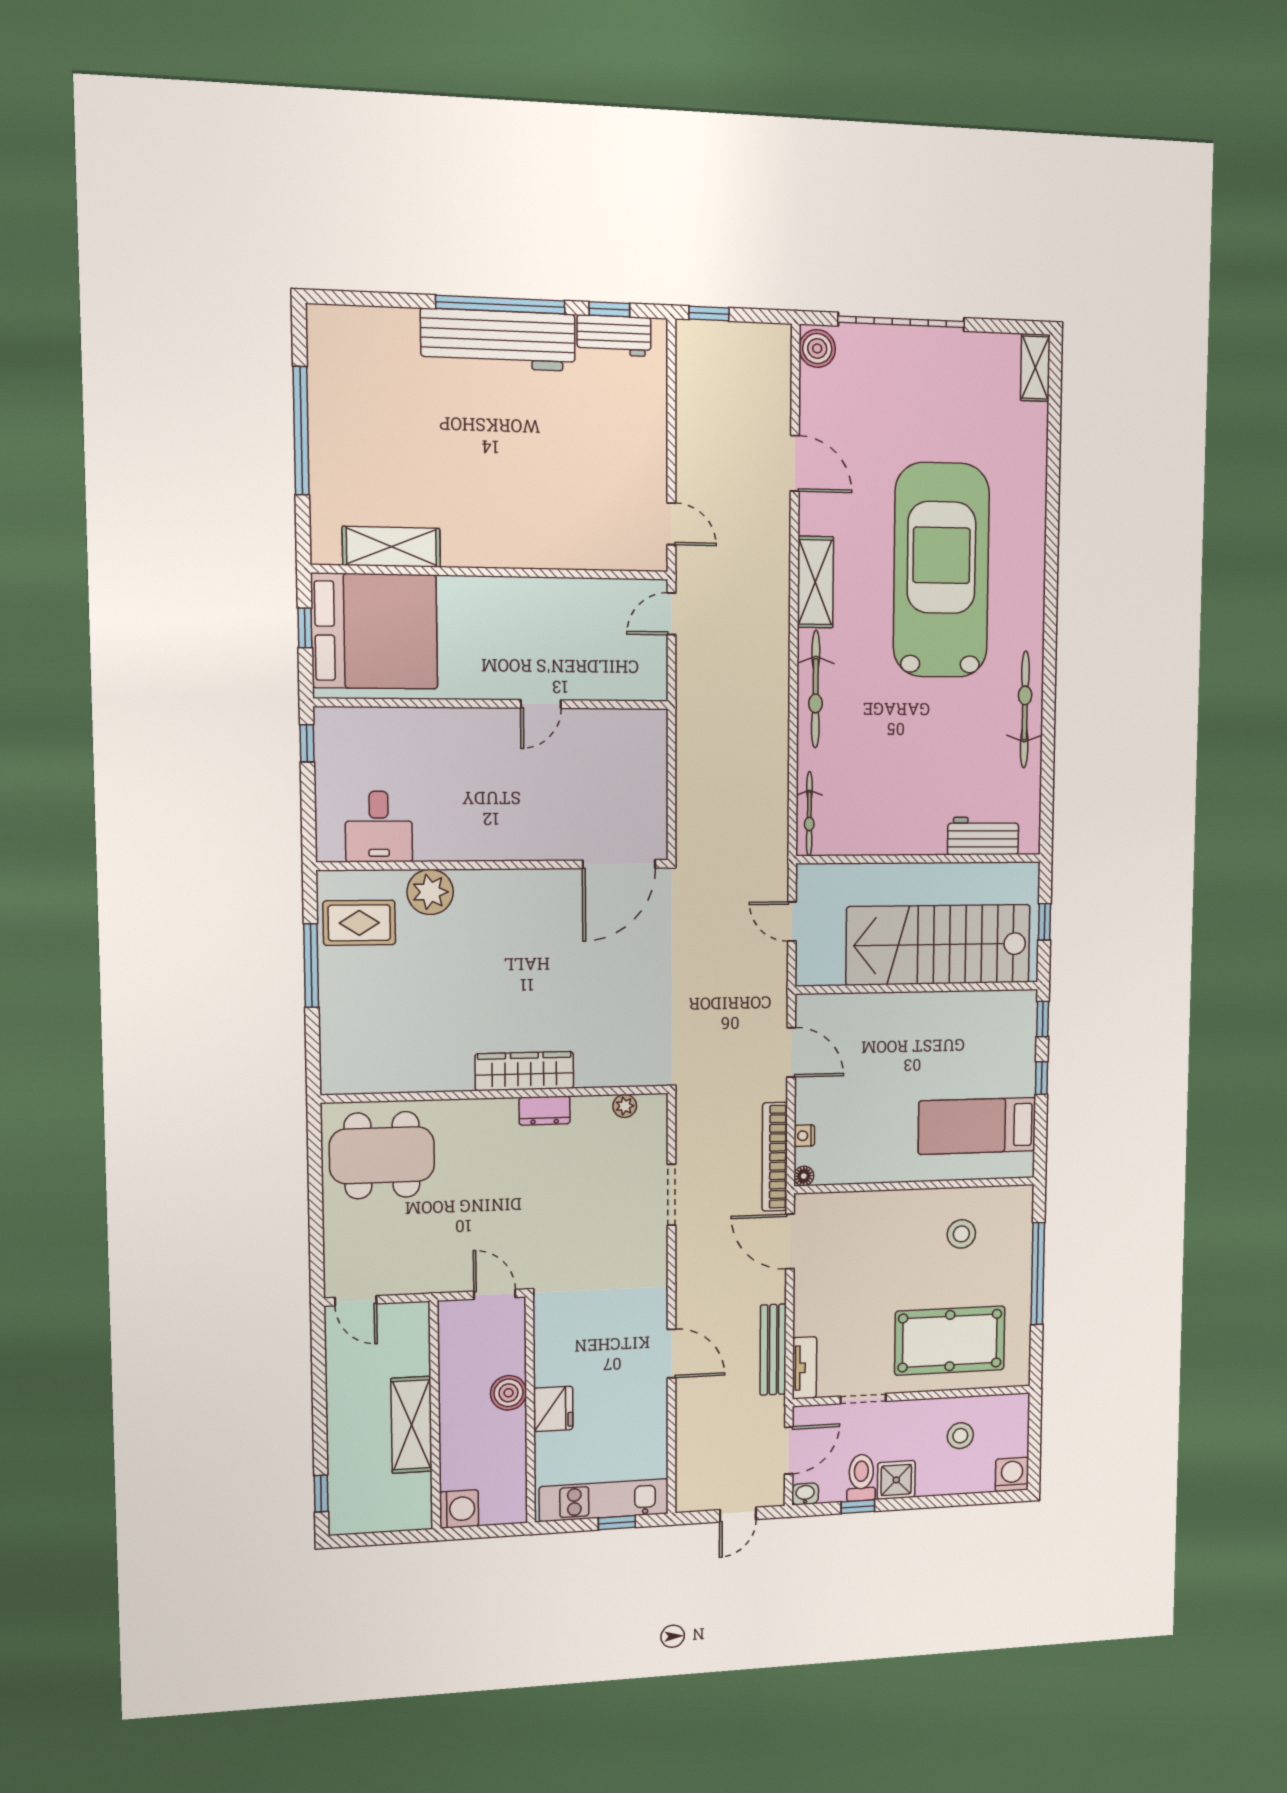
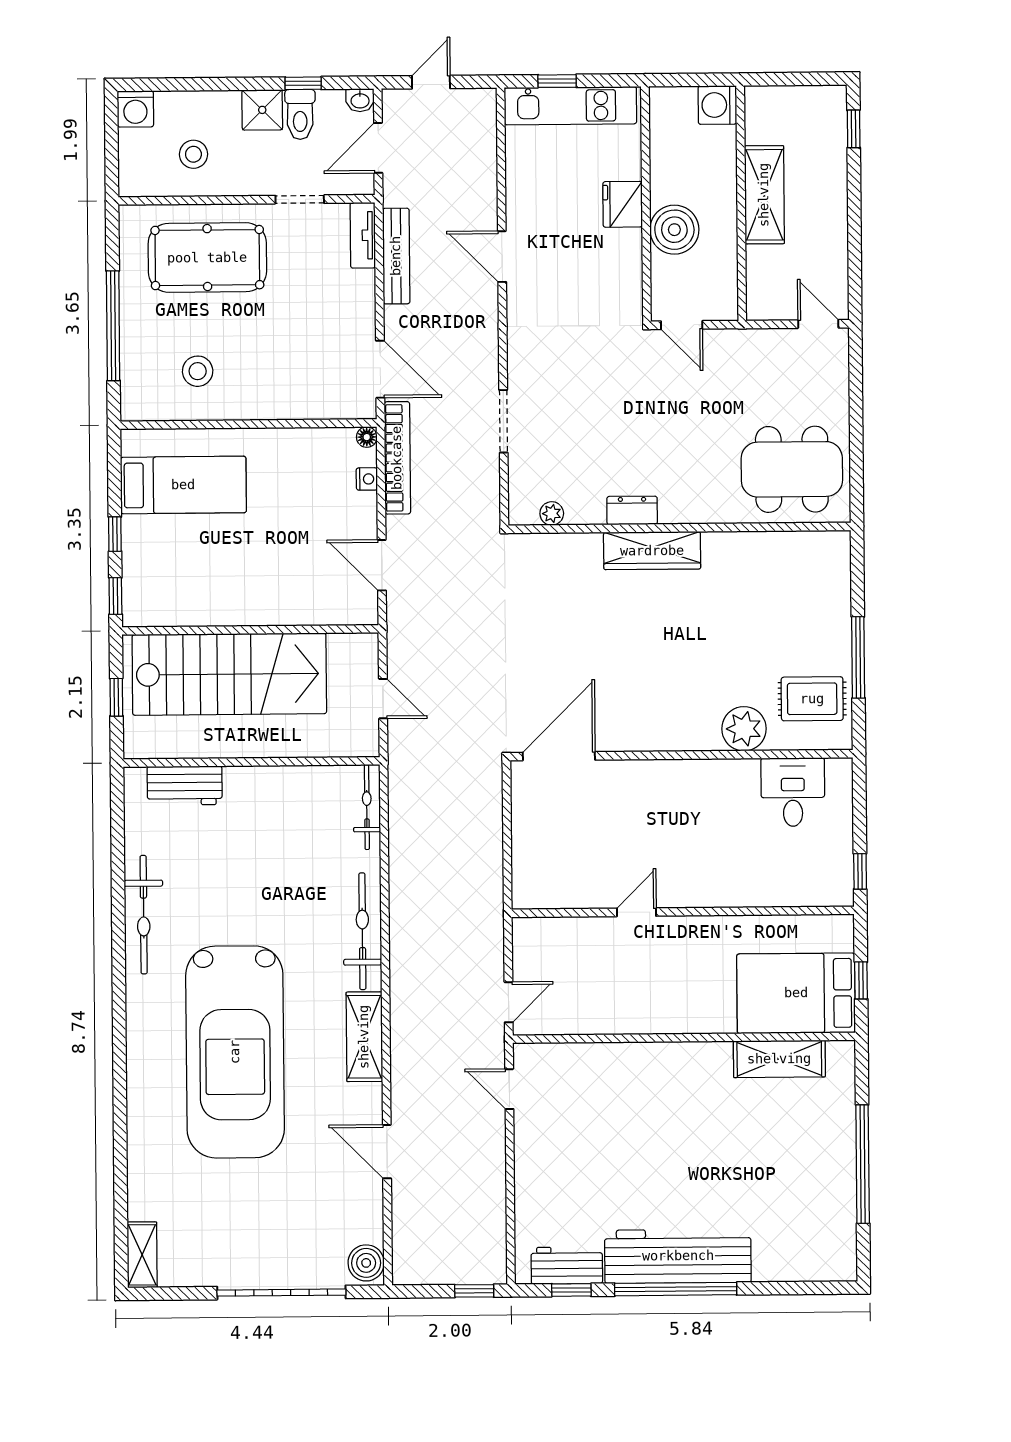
bed: (374, 631) -> (796, 993), width x0.73
boiler: (509, 1393) -> (674, 230), width x1.37, depth x1.37

